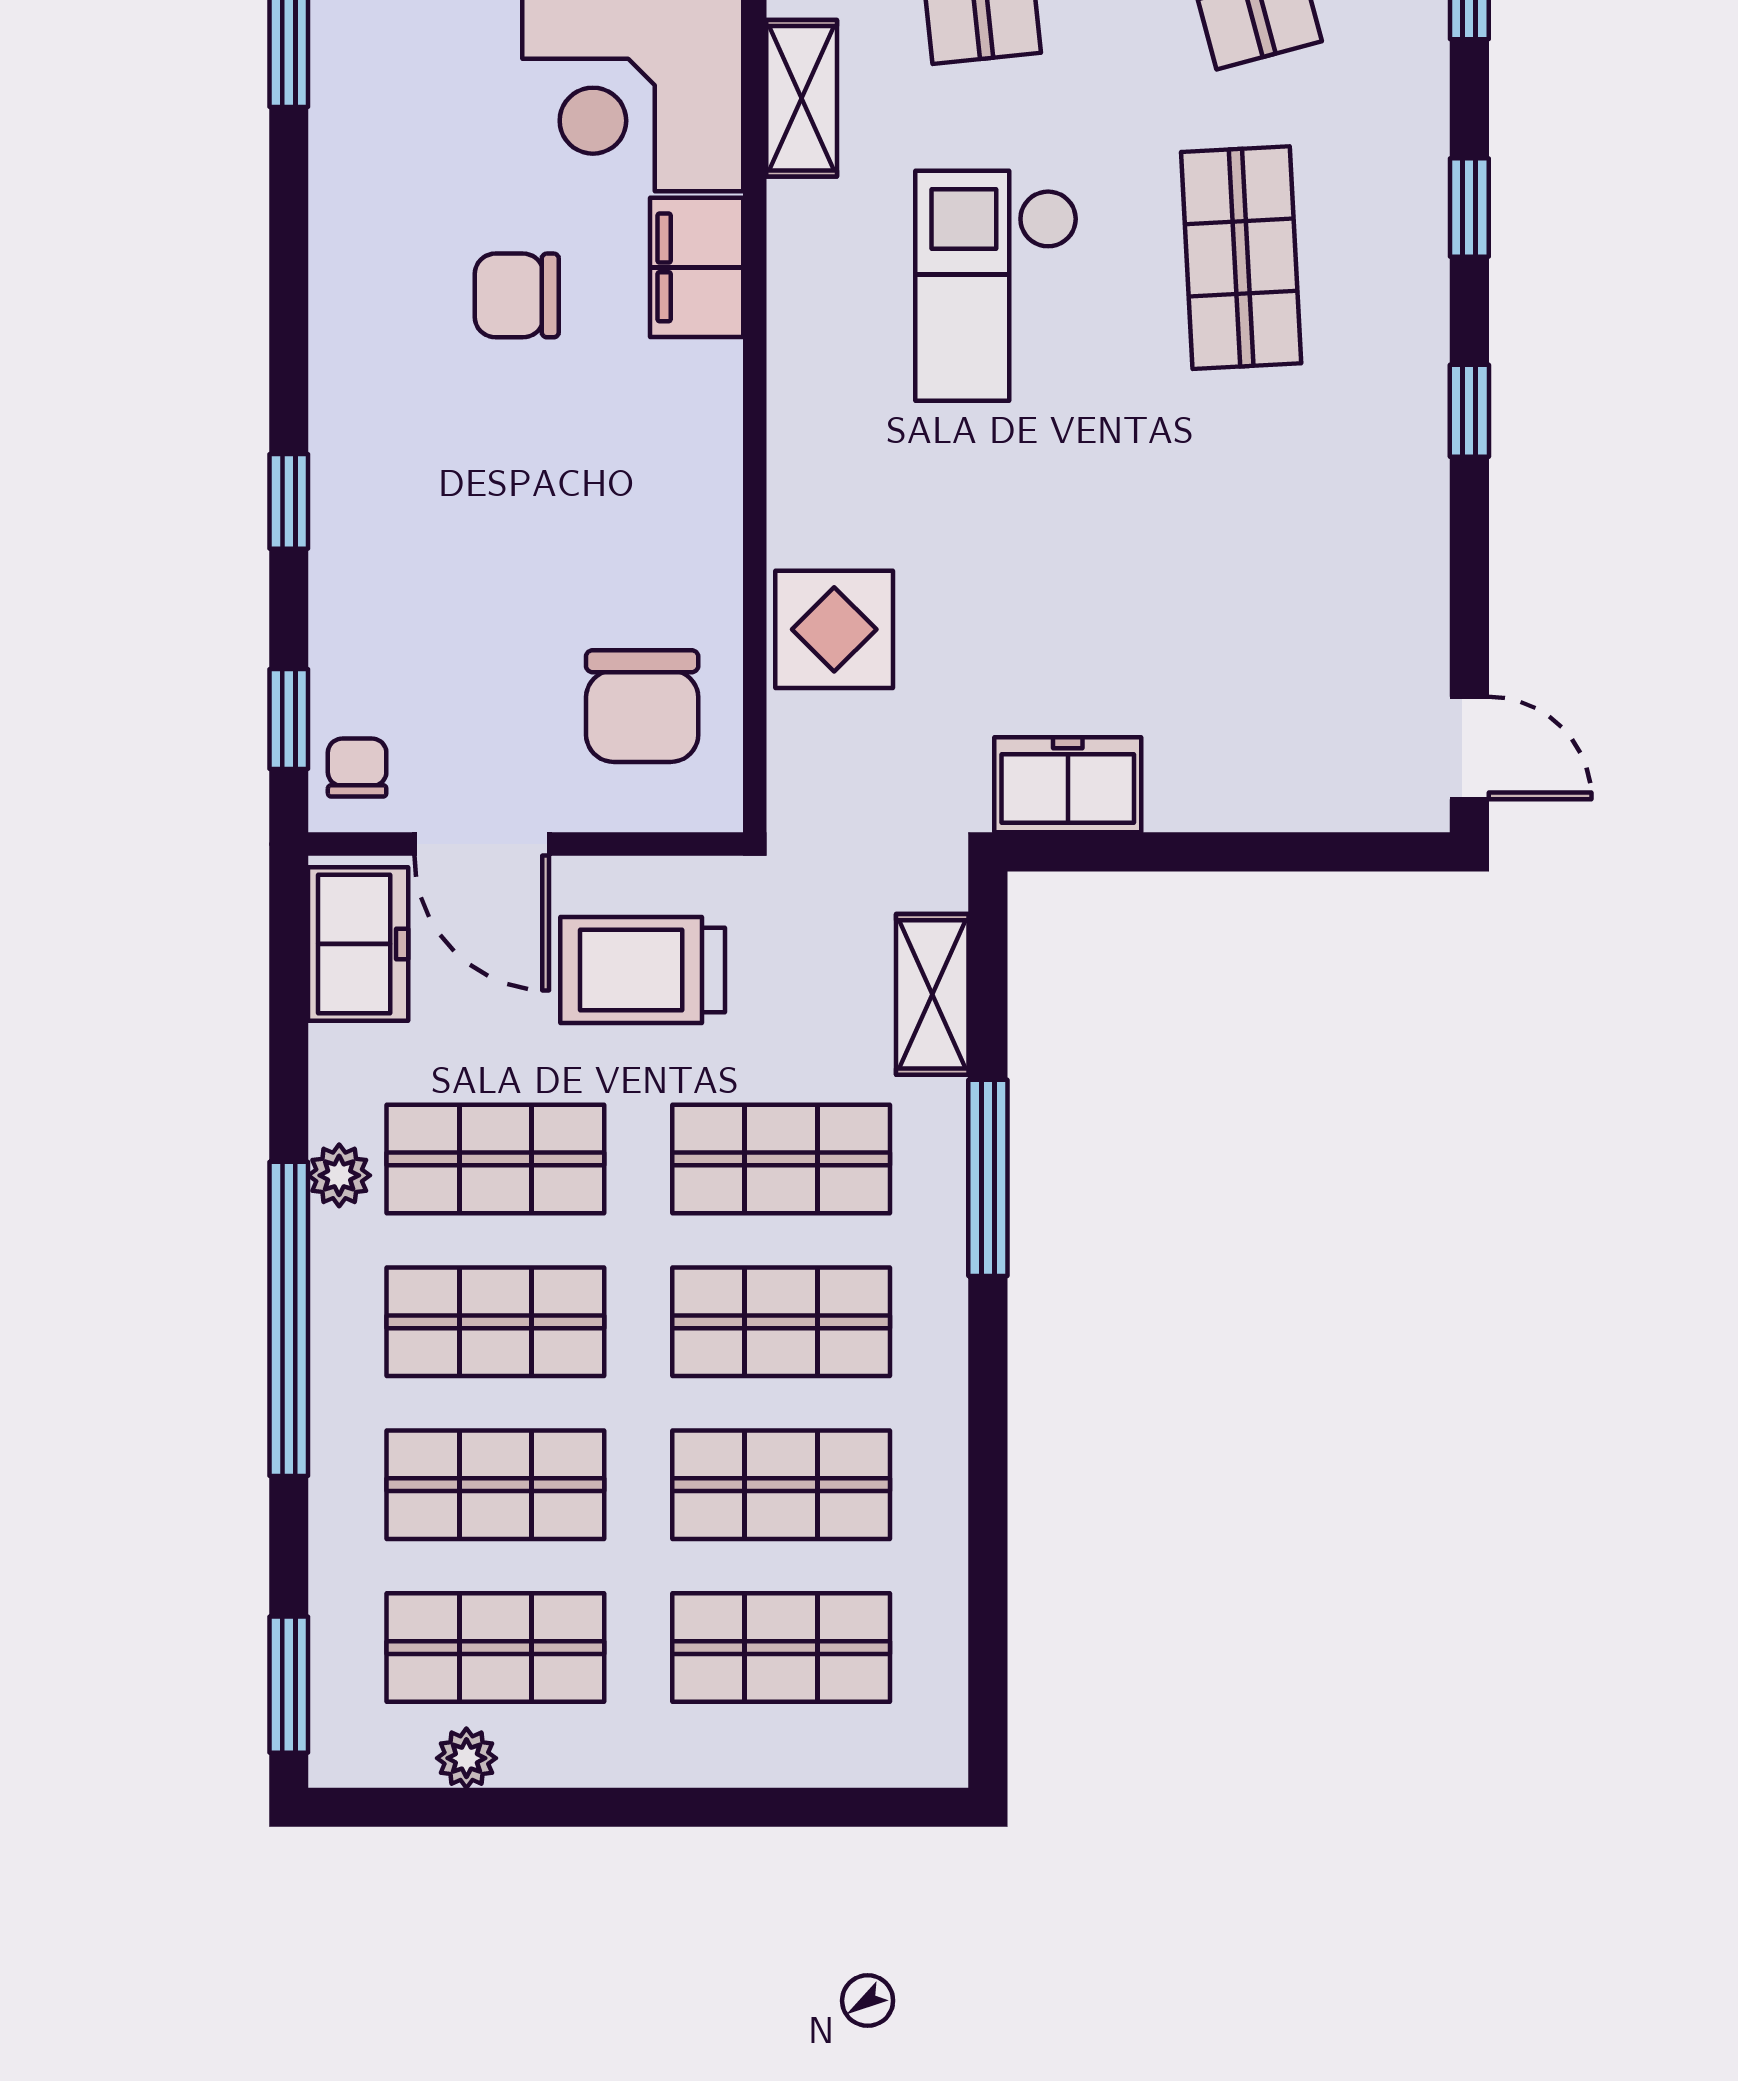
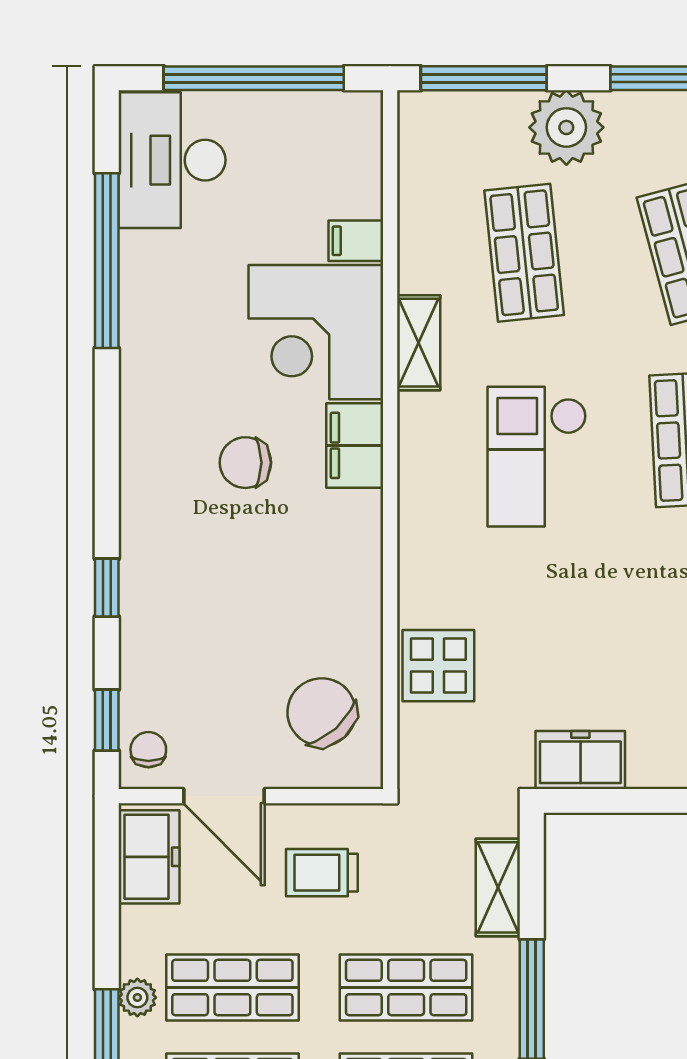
chair: (642, 706) -> (322, 712), turned 138
trolley: (643, 970) -> (322, 873), width x0.73, depth x0.72

